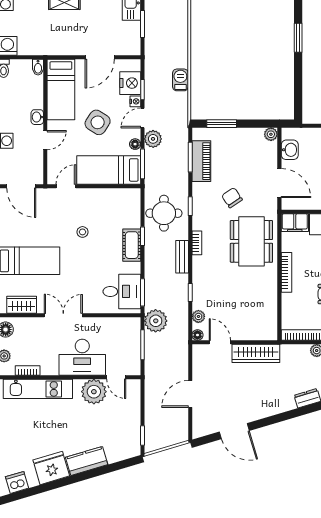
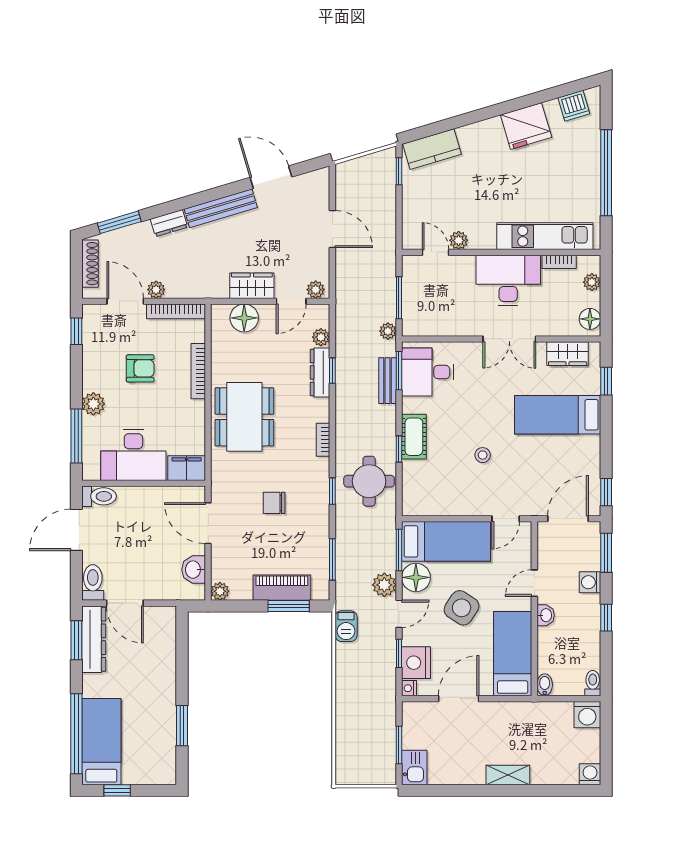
barbecue: (180, 80) -> (346, 626), moved
nightstand: (135, 101) -> (409, 688), moved
floor lamp: (135, 144) -> (416, 577), width x1.89, depth x1.89
piano: (201, 161) -> (282, 588), moved, turned 90
door: (21, 186) -> (568, 519), hinge flipped
chair: (232, 198) -> (274, 503), turned 124
dining table: (251, 241) -> (244, 417), moved
bench: (182, 257) -> (388, 381), moved
bookcase: (286, 272) -> (198, 371), moved
dresser: (199, 291) -> (320, 372), added
plant: (156, 321) -> (388, 331), width x0.53, depth x0.53
floor lamp: (197, 335) -> (244, 318), moved, width x1.89, depth x1.89
door: (220, 342) -> (291, 301), hinge flipped
plant: (202, 351) -> (316, 290), added
wardrobe: (256, 353) -> (252, 286), width x0.67
desk: (82, 357) -> (508, 280), moved
plant: (94, 392) -> (459, 240), width x0.53, depth x0.53
door: (190, 394) -> (332, 229), hinge flipped
bench: (270, 409) -> (221, 208), added
kitchen counter: (87, 461) -> (432, 149), moved

